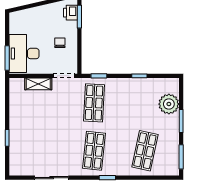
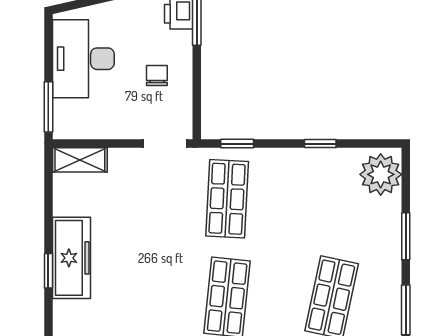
desk: (24, 54) -> (83, 59), moved
shelving: (38, 84) -> (80, 160), moved
plant: (169, 104) -> (381, 174), moved
freezer: (18, 132) -> (72, 258), added

